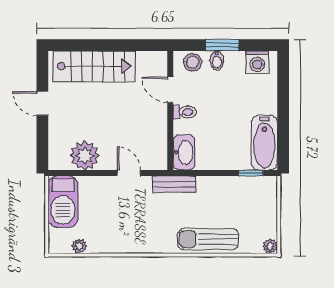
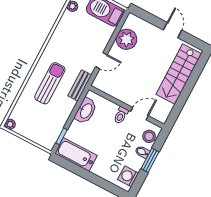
door: (42, 103) -> (173, 30), hinge flipped
washbasin: (184, 152) -> (86, 111), moved, turned -90
sun lounger: (208, 239) -> (50, 83), moved

